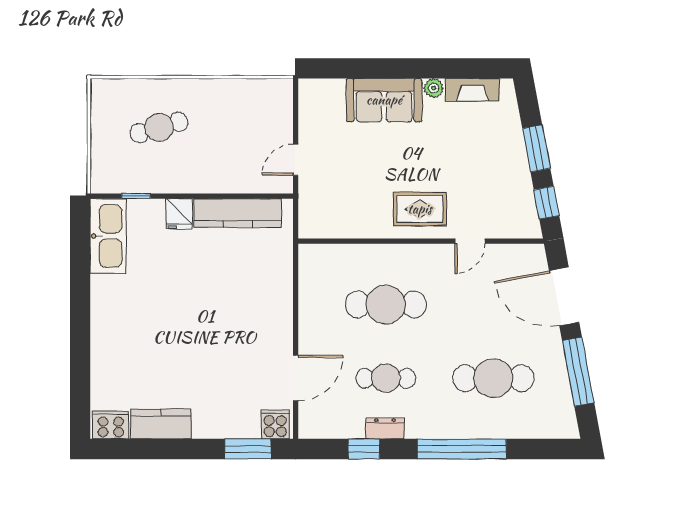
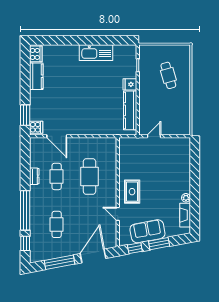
sofa: (384, 100) -> (147, 231), moved, turned 79
door: (296, 160) -> (154, 136), hinge flipped
kitchen sink: (108, 236) -> (96, 53), moved
cafe table: (493, 378) -> (57, 224), width x0.73, depth x0.74
window: (364, 449) -> (25, 243), moved

